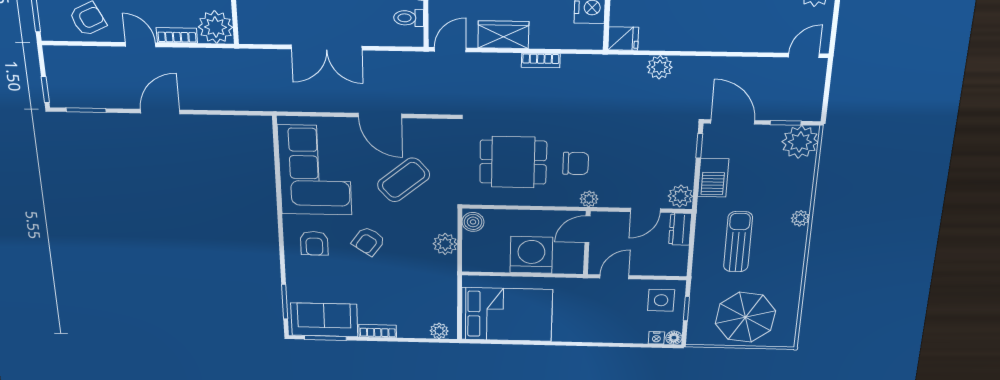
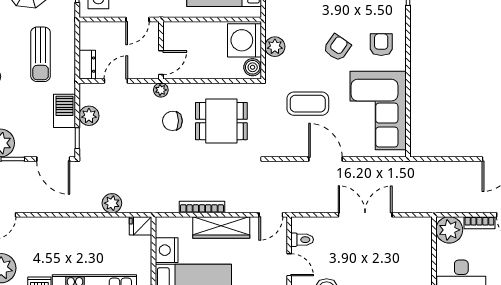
wardrobe: (503, 35) -> (221, 228), width x1.50
bookcase: (541, 60) -> (202, 207), width x1.56
coffee table: (404, 180) -> (308, 104), turned 40
plant: (680, 196) -> (89, 116), moved
washing machine: (531, 255) -> (244, 40), moved, turned 90

